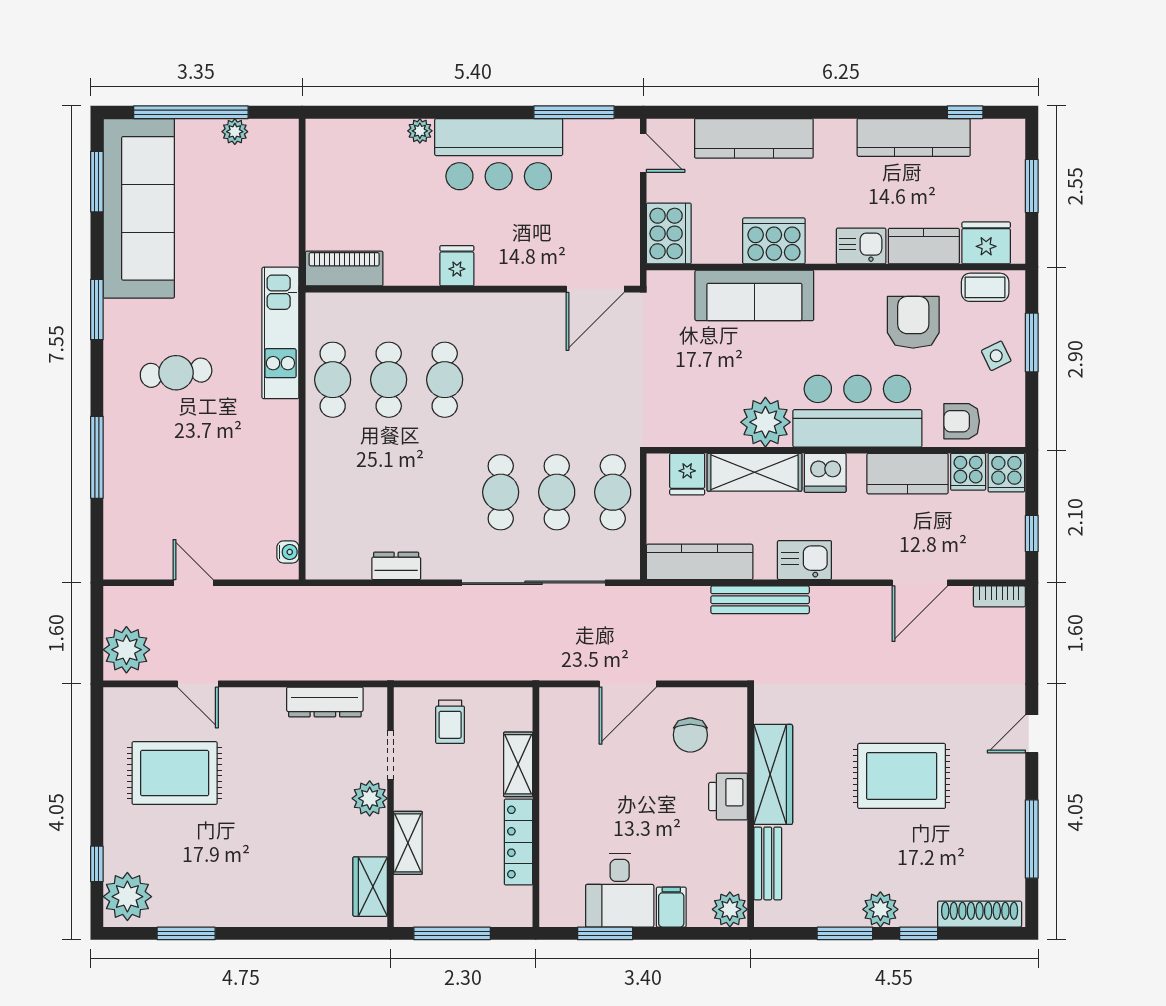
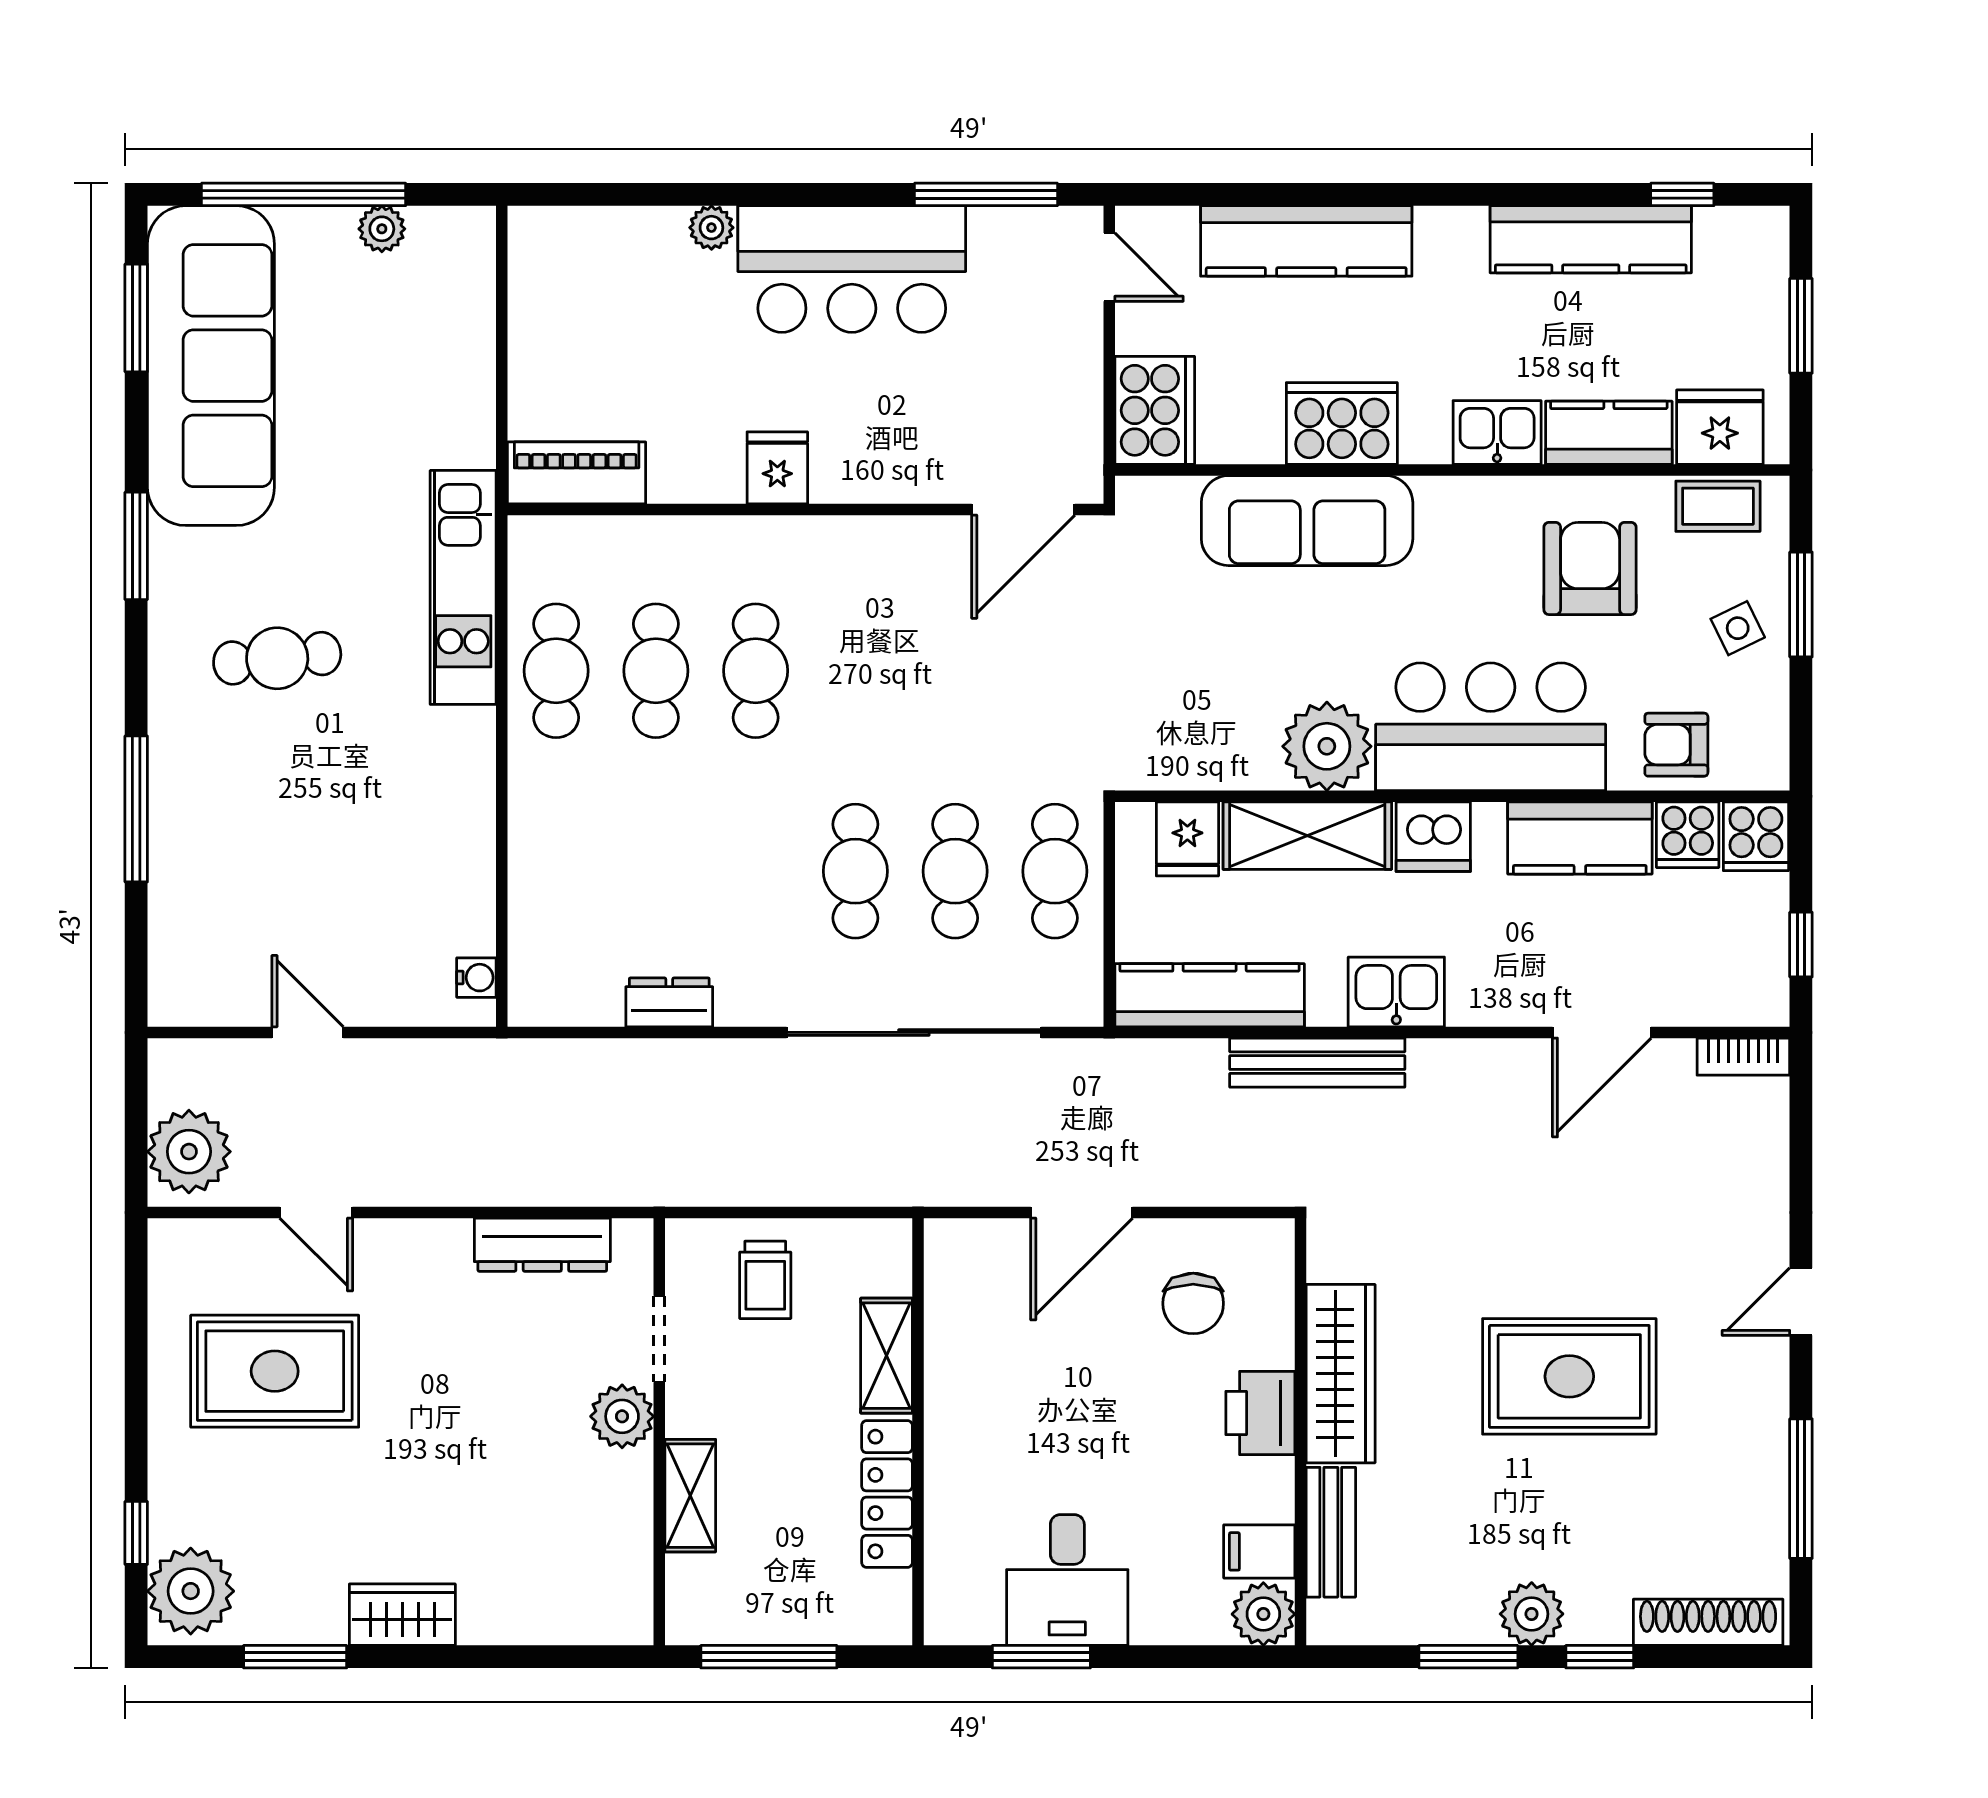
wardrobe: (370, 887) -> (402, 1615), moved, turned 90
filing cabinet: (671, 907) -> (1259, 1551), moved, turned -90

